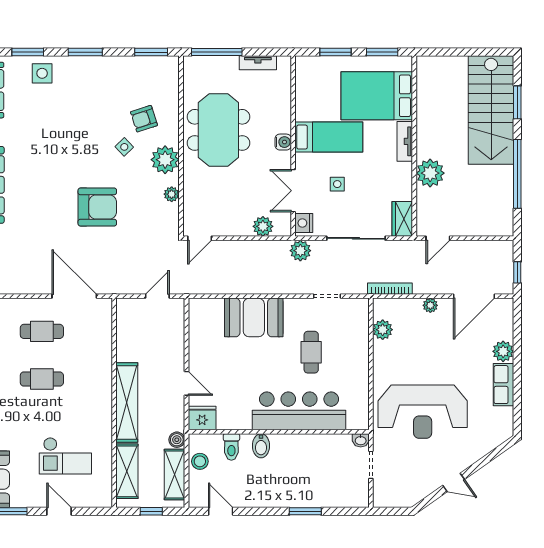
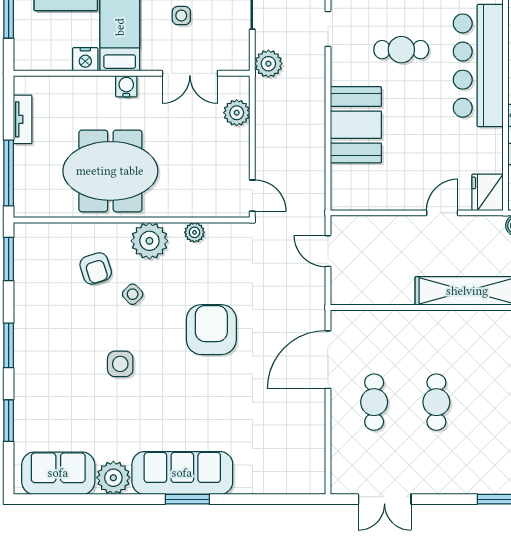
side table: (42, 73) -> (120, 364), moved
nightstand: (304, 223) -> (85, 59), moved

